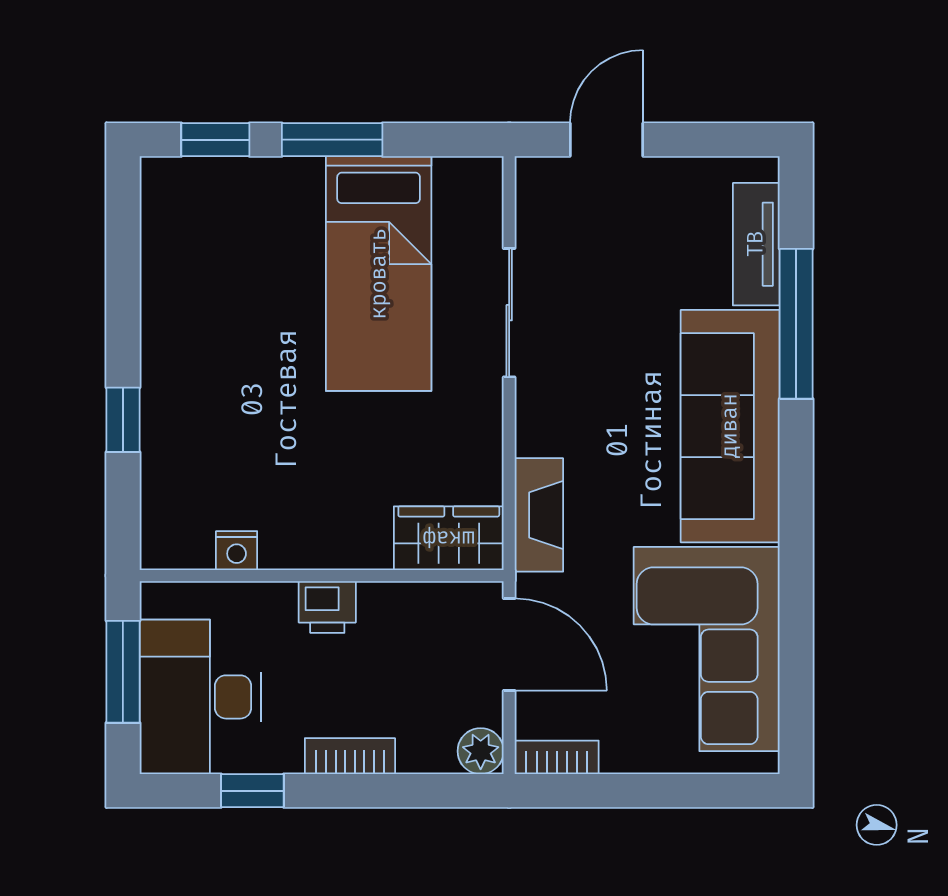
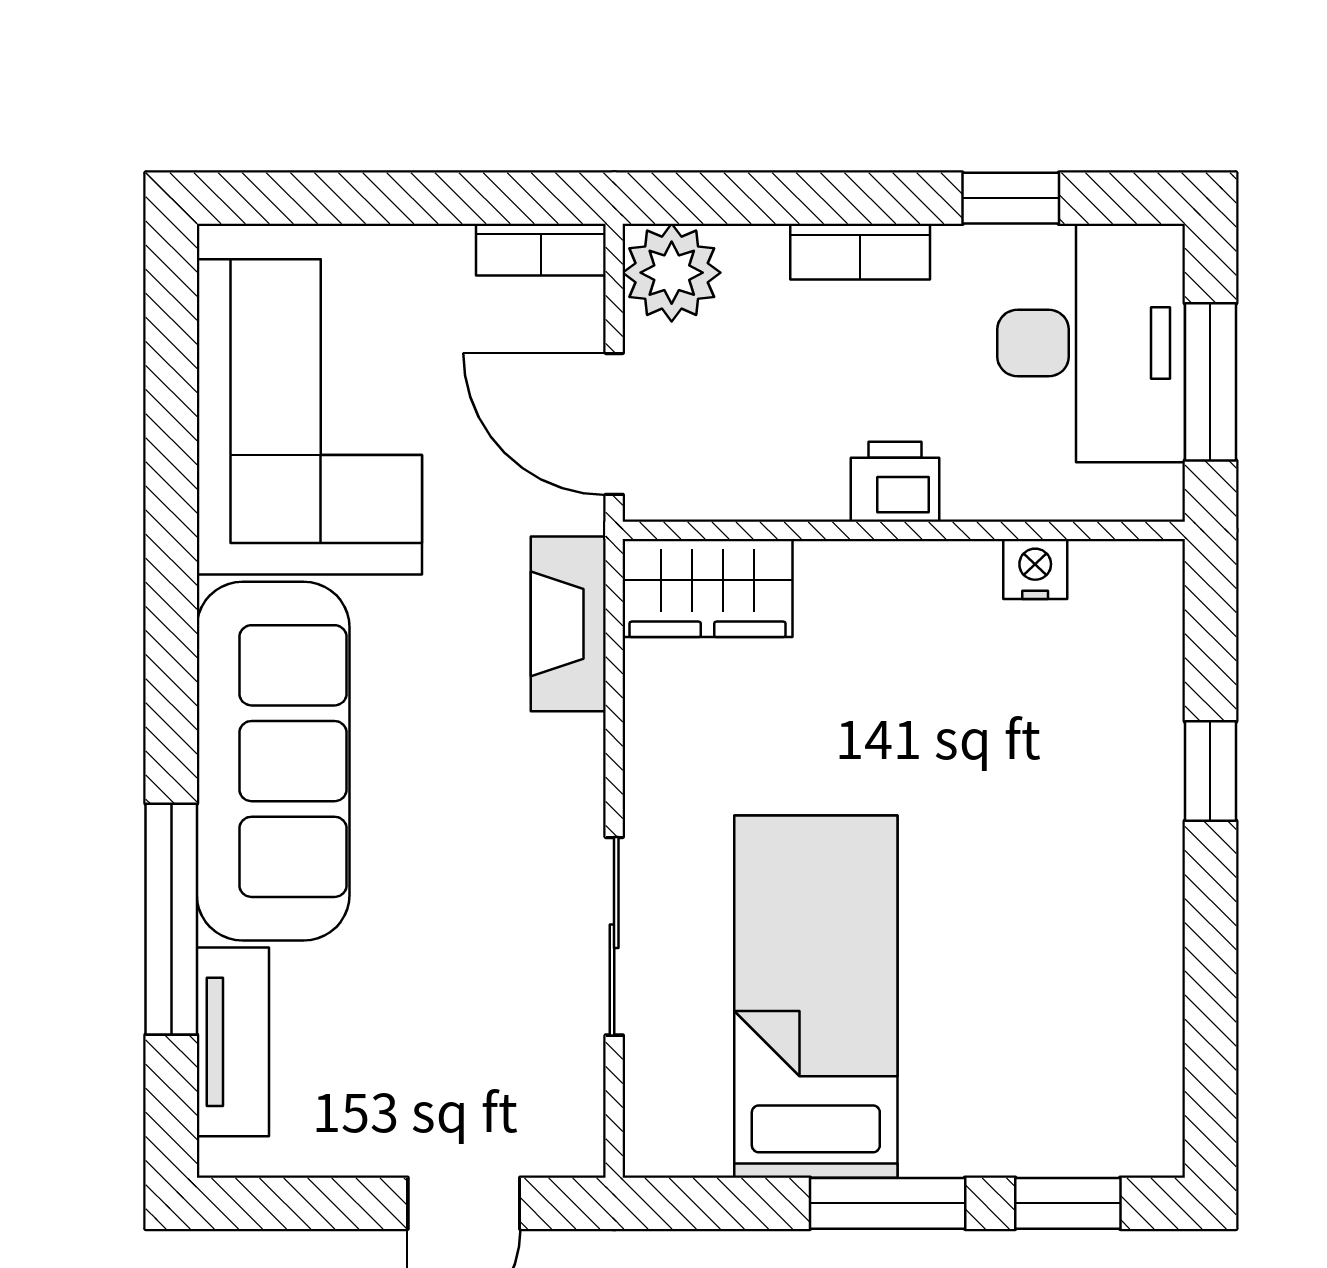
plant: (481, 751) -> (672, 273), width x1.38, depth x1.38

